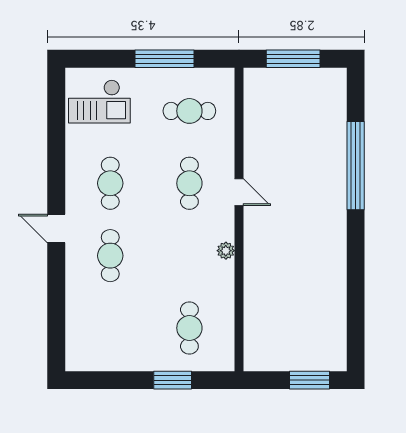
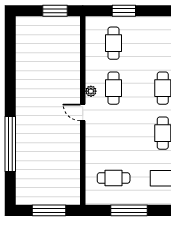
cafe table: (189, 183) -> (114, 88), moved
door: (239, 192) -> (83, 112), moved
window: (309, 380) -> (55, 11), moved

